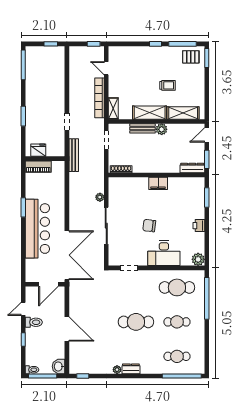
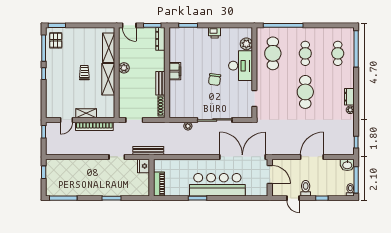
trolley: (168, 85) -> (84, 73), moved
shelving: (113, 108) -> (86, 113), moved
bench: (143, 128) -> (160, 83), moved
fridge: (38, 150) -> (144, 166), moved
plant: (198, 259) -> (246, 44), moved

